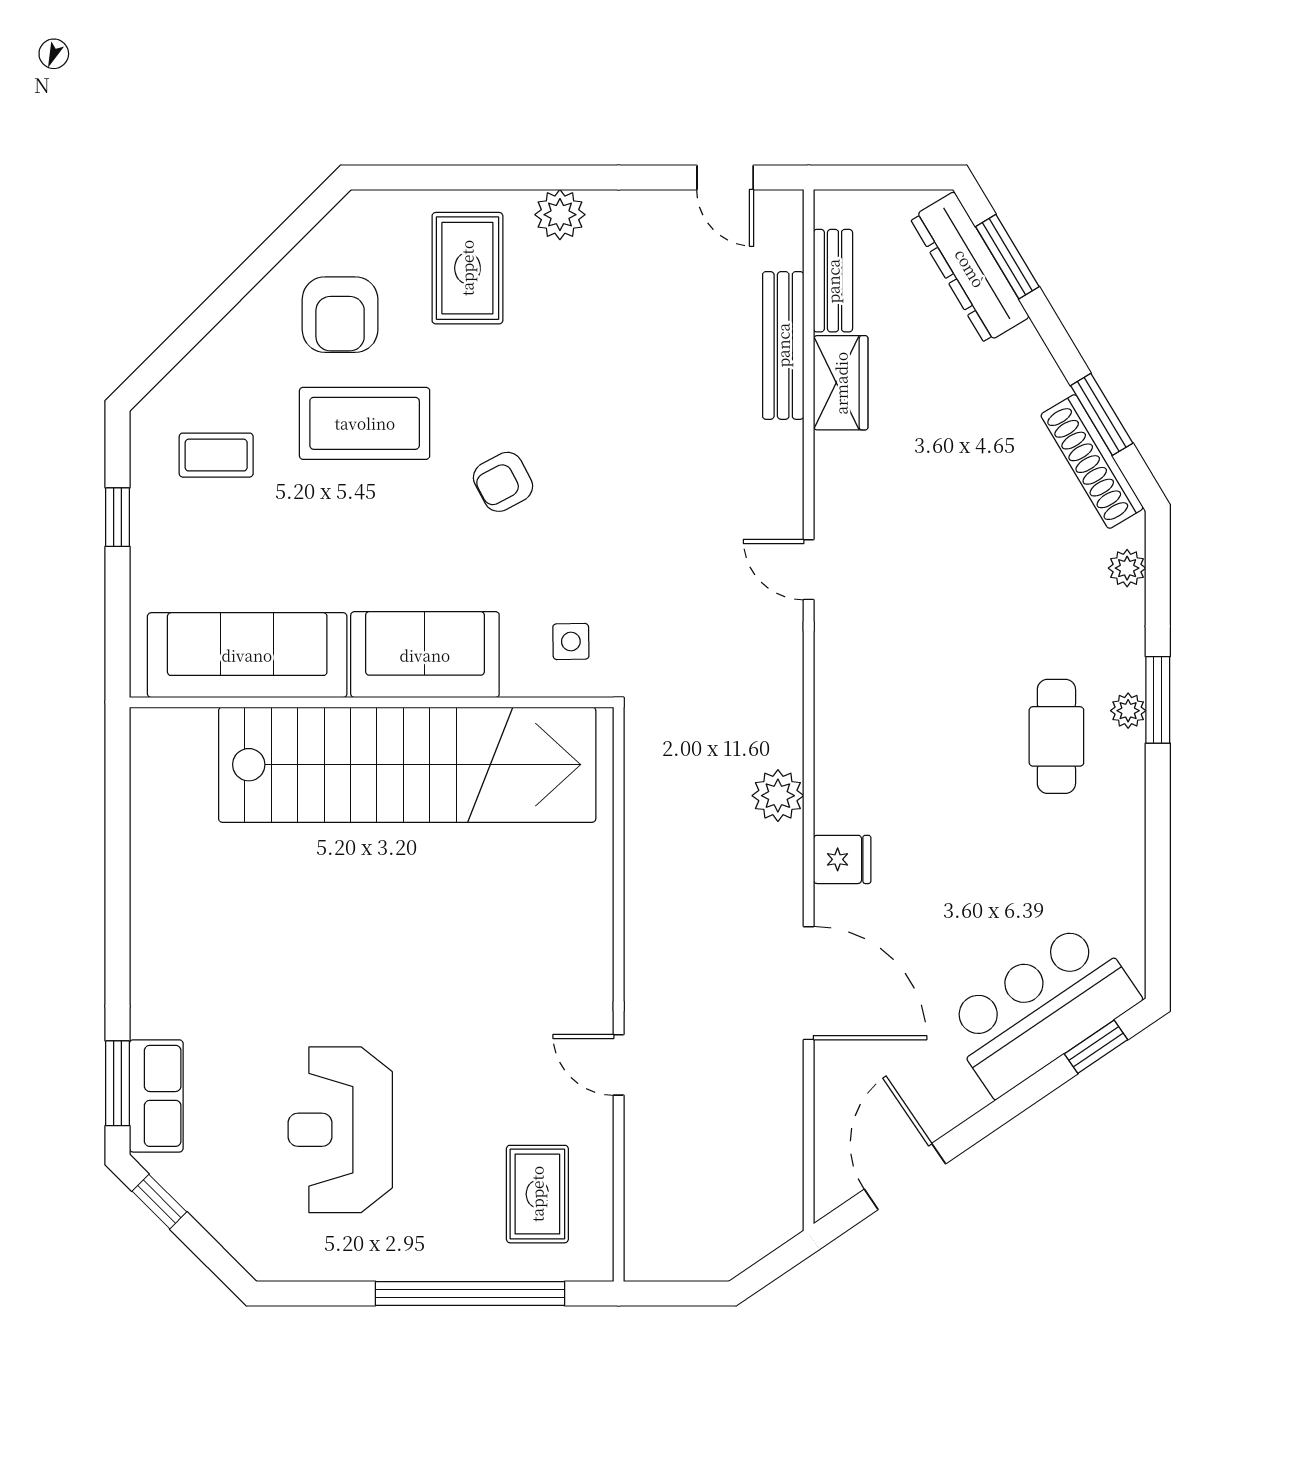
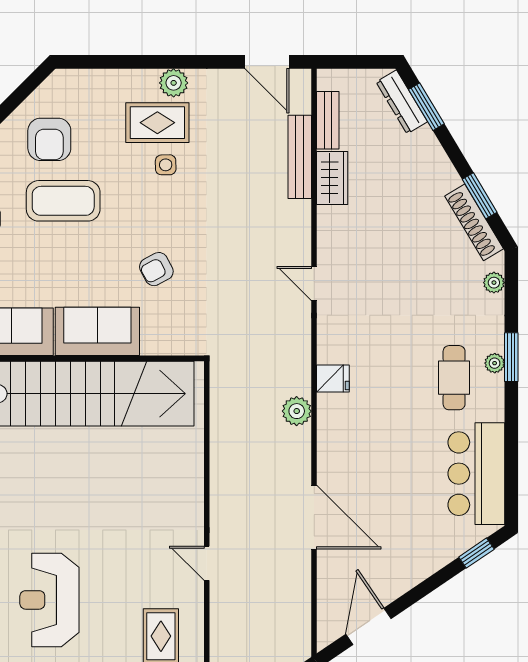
door: (725, 177) -> (267, 62), width x1.38
rug: (467, 268) -> (157, 123), moved, turned 90
dresser: (970, 268) -> (402, 102), width x0.73, depth x0.80
armchair: (503, 482) -> (156, 269), moved
side table: (571, 642) -> (166, 165), moved
fridge: (842, 859) -> (333, 379), moved
bar counter: (1041, 1009) -> (476, 474), moved, turned -56

